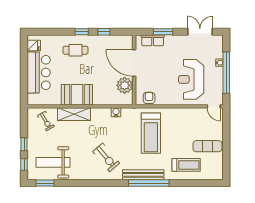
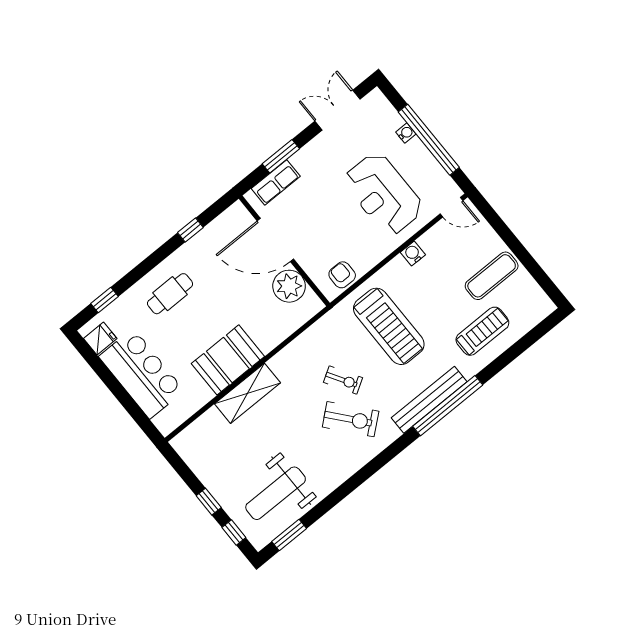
window: (82, 32) -> (105, 300), moved
water cooler: (116, 112) -> (413, 253), moved
exercise bike: (46, 121) -> (343, 380), moved

